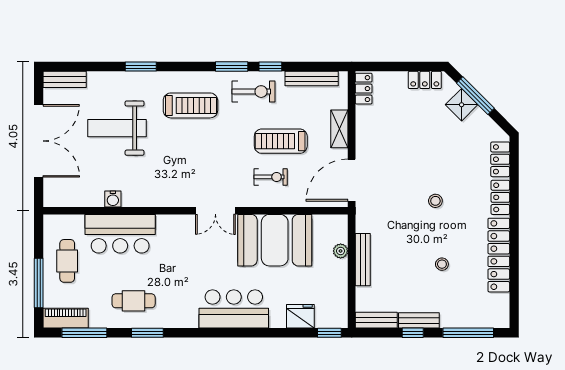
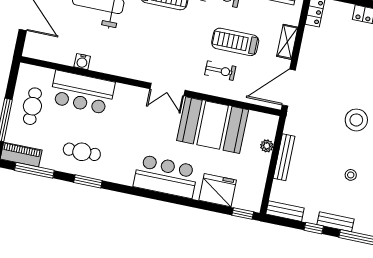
stool: (435, 201) -> (356, 120), width x1.89, depth x1.89
fridge: (300, 316) -> (218, 190), width x1.36, depth x1.34
bench: (419, 320) -> (336, 222), moved

